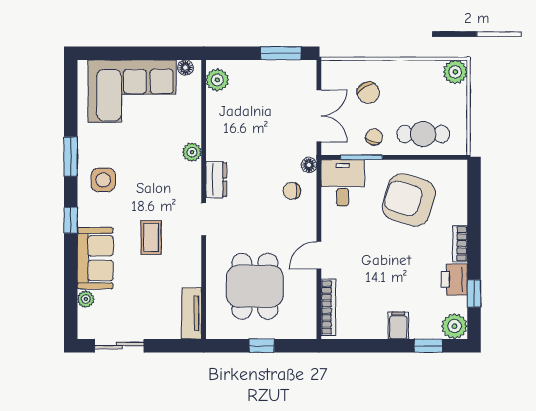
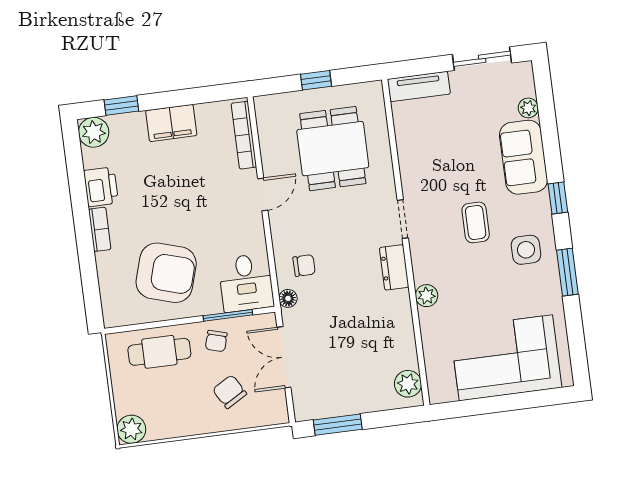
floor lamp: (186, 68) -> (447, 393), removed
coffee table: (151, 238) -> (476, 222), moved
window: (474, 294) -> (76, 173), removed
tv unit: (192, 313) -> (419, 86), moved, turned 90
filing cabinet: (398, 325) -> (171, 123), width x2.00

